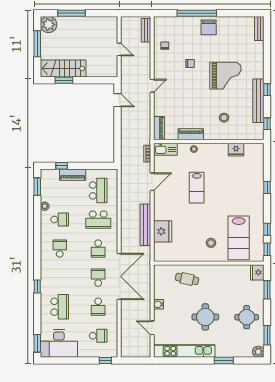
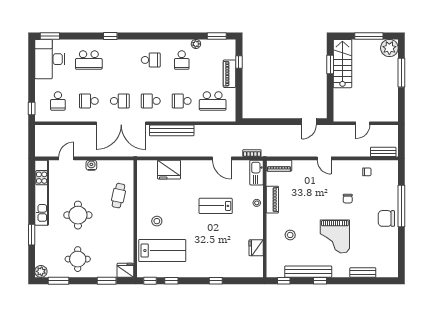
bench: (259, 28) -> (363, 273), moved
school desk: (98, 220) -> (182, 101), width x0.54
bench: (145, 225) -> (172, 130), moved
lab bench: (239, 238) -> (162, 251), turned 180

